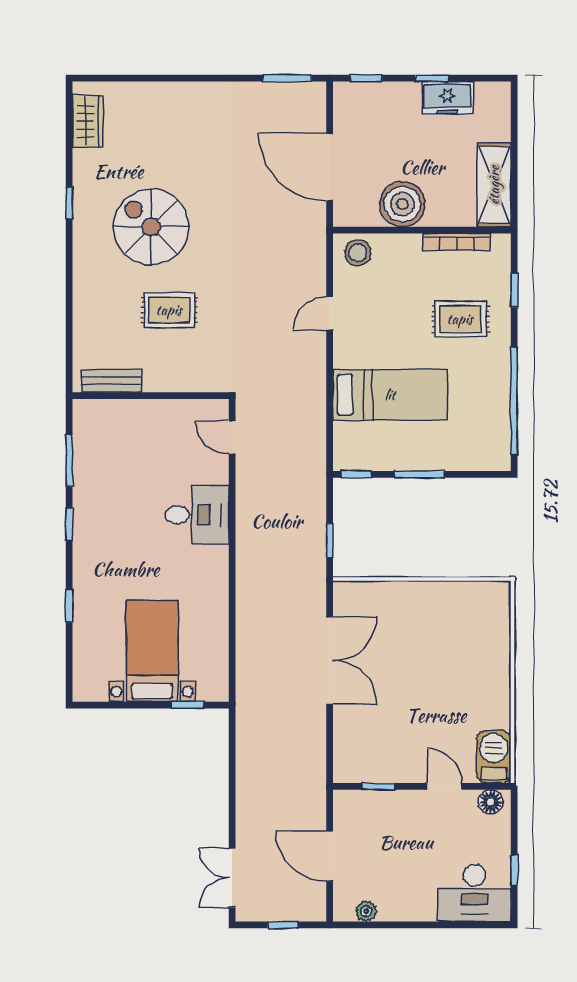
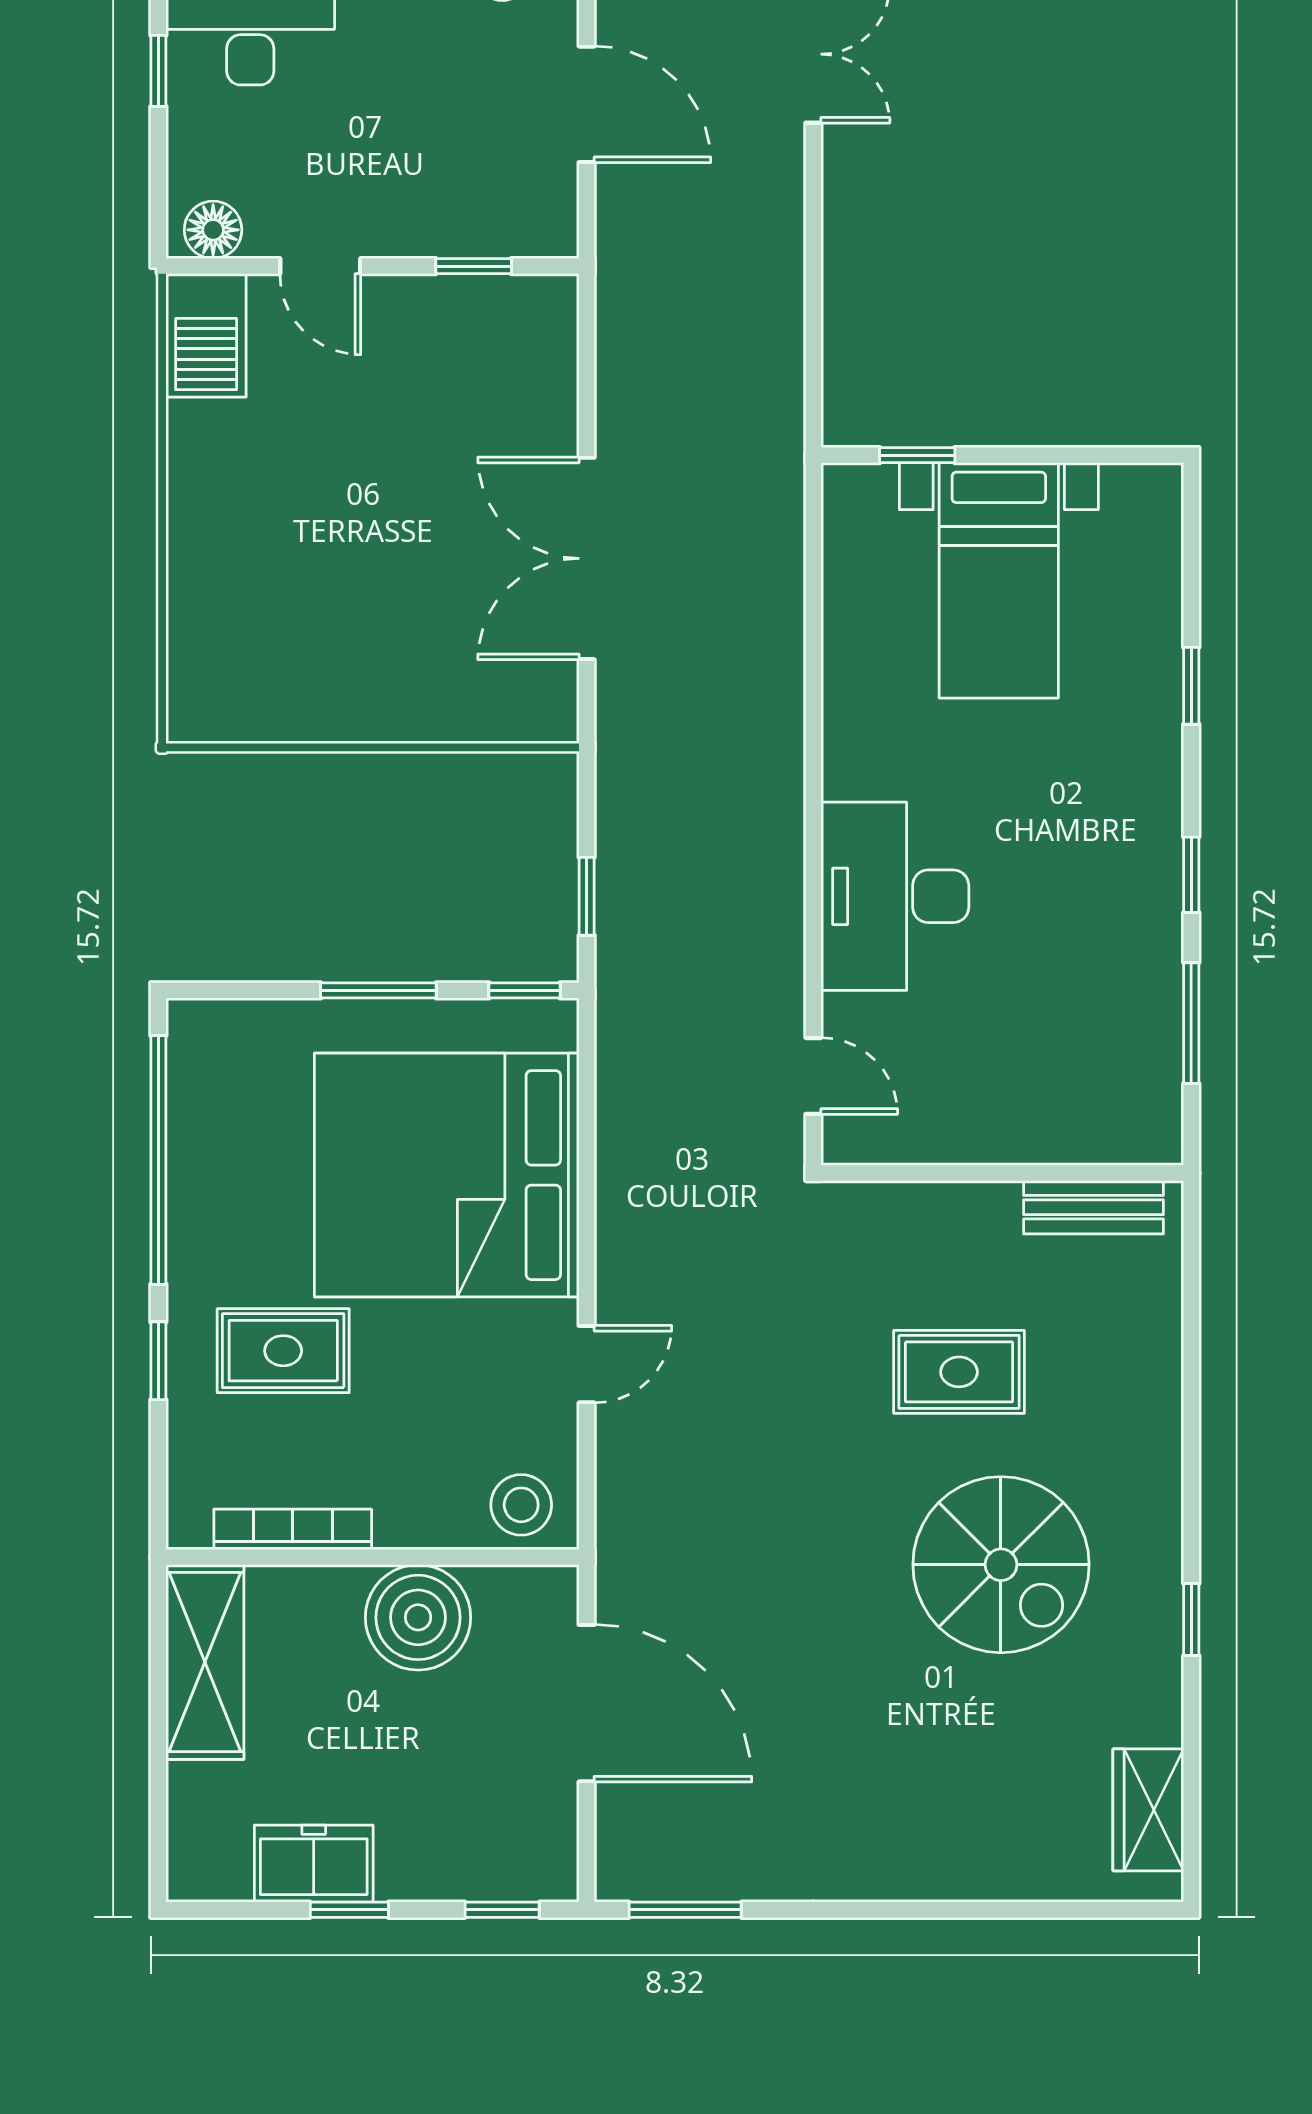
window: (514, 290) -> (158, 1361), moved
bed: (390, 395) -> (447, 1175), width x2.04
desk: (197, 515) -> (895, 896), width x1.37
window: (330, 540) -> (587, 896), moved

